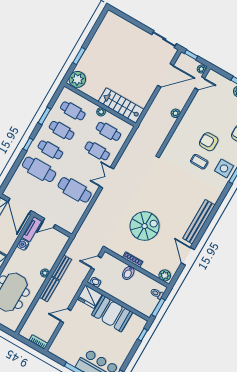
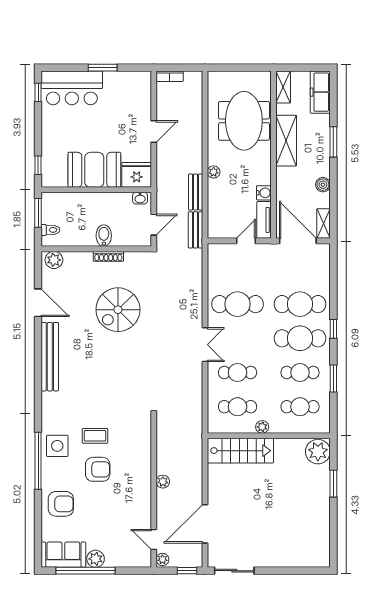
door: (200, 83) -> (154, 540), hinge flipped
cafe table: (50, 150) -> (300, 338), width x1.37, depth x1.35
bench: (49, 289) -> (195, 230), moved

